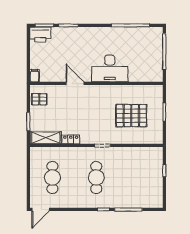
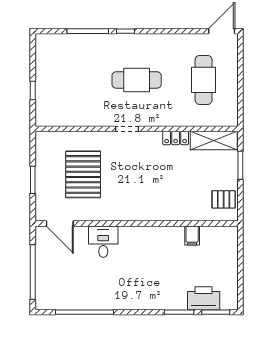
printer: (40, 34) -> (204, 298), moved
desk: (110, 68) -> (103, 242), width x0.53, depth x0.77
filing cabinet: (34, 76) -> (192, 235), moved
door: (75, 83) -> (60, 223), moved
pallet: (131, 116) -> (83, 174), turned 90
cafe table: (96, 177) -> (137, 80), turned 90

